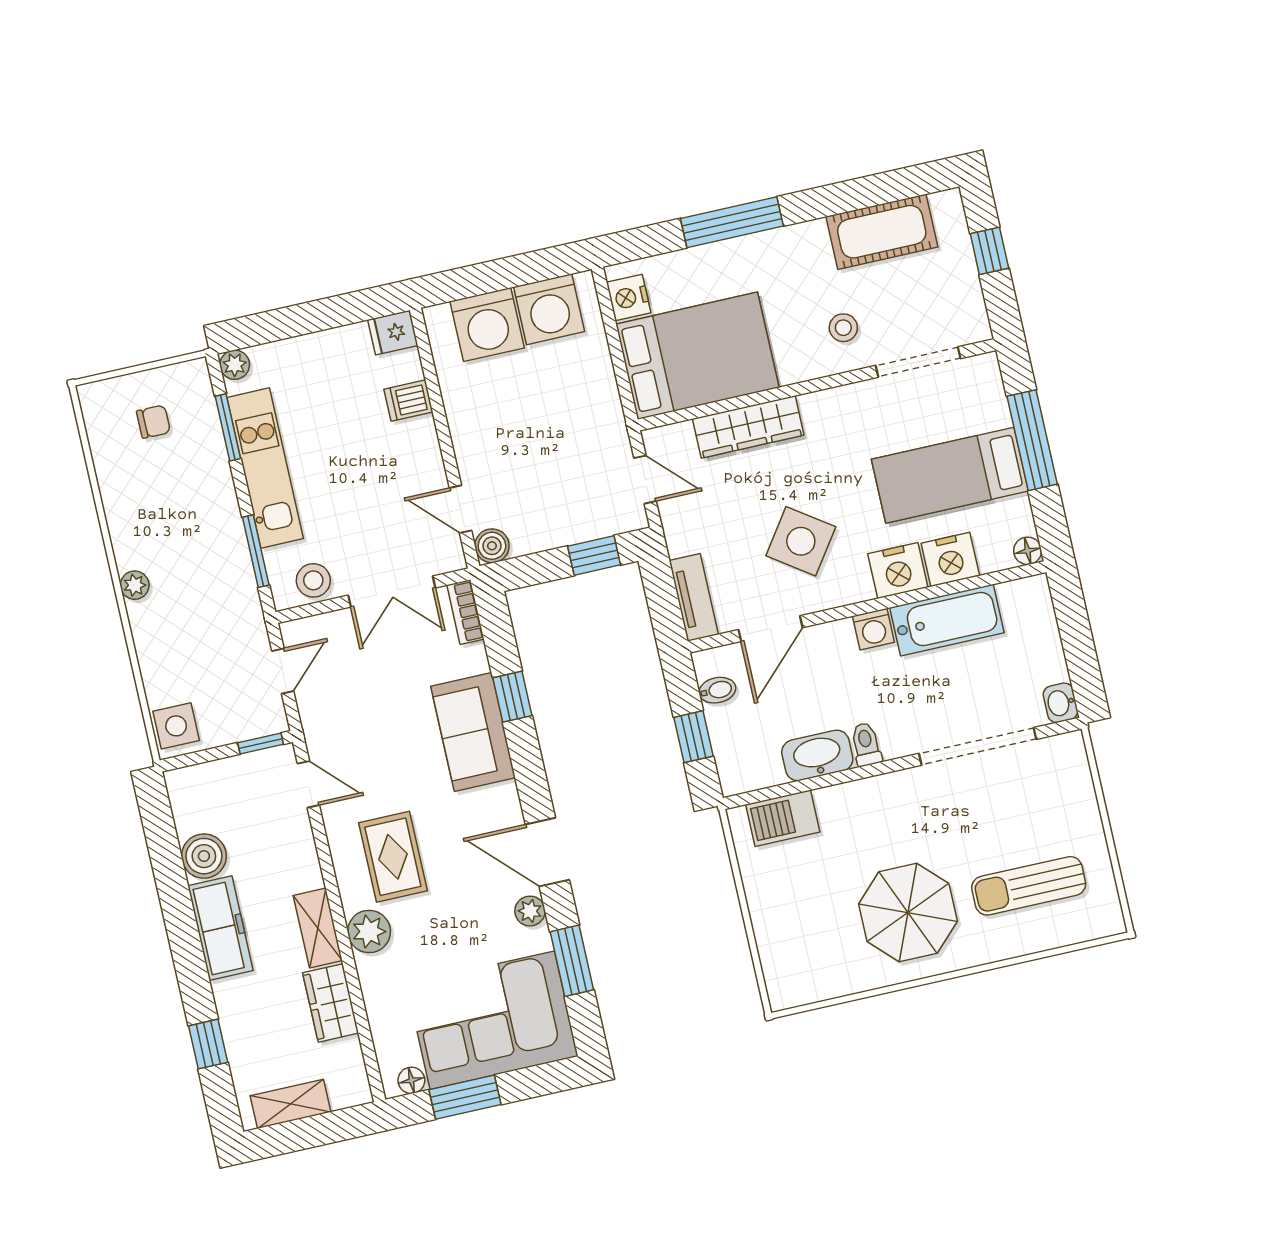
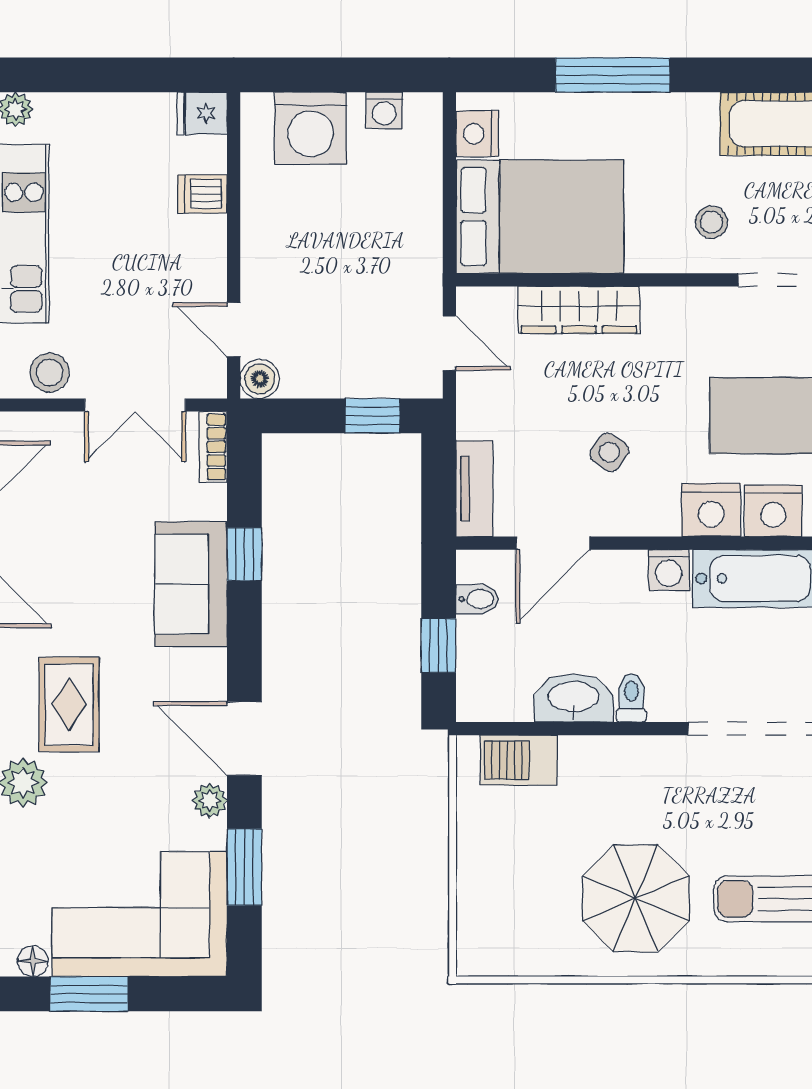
washing machine: (549, 309) -> (384, 110), width x0.53, depth x0.53
side table: (801, 541) -> (609, 452), width x0.54, depth x0.54

